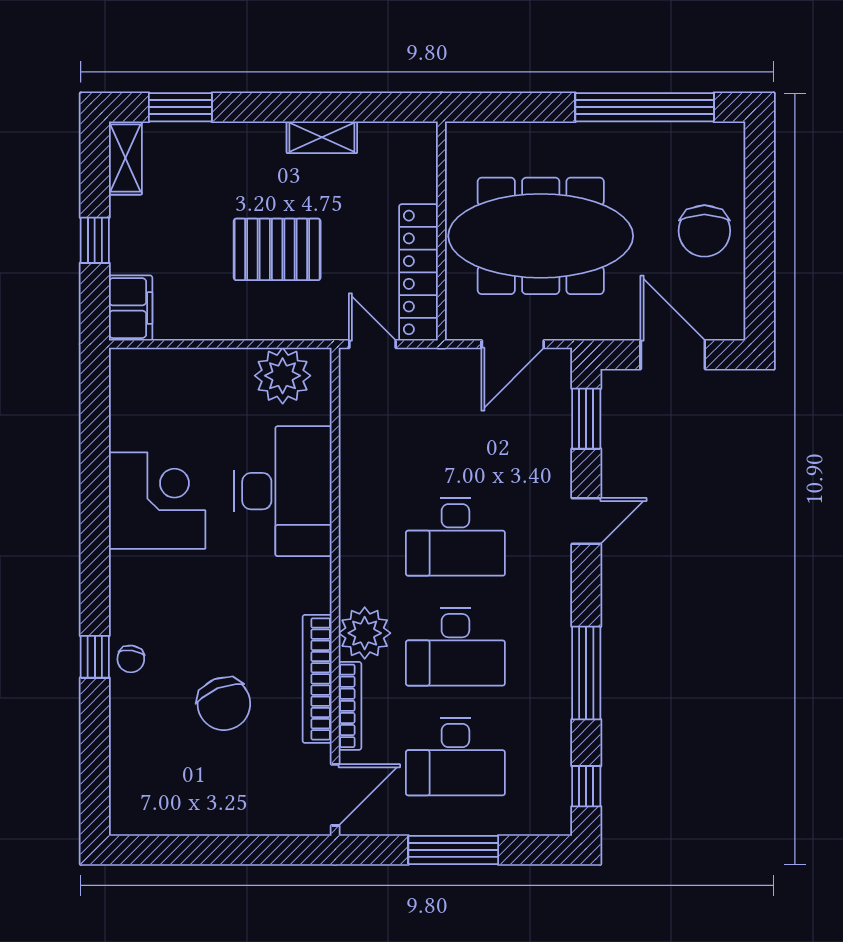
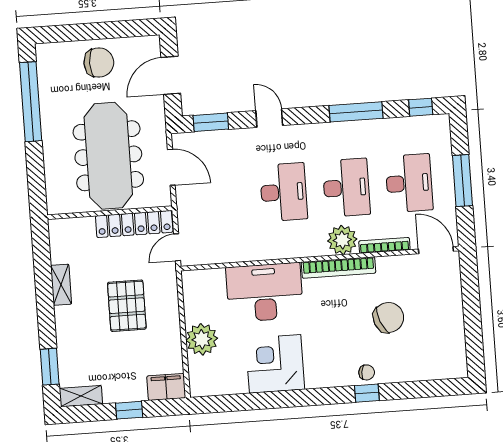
plant: (283, 376) -> (202, 339), moved
bookcase: (317, 679) -> (338, 268), moved

